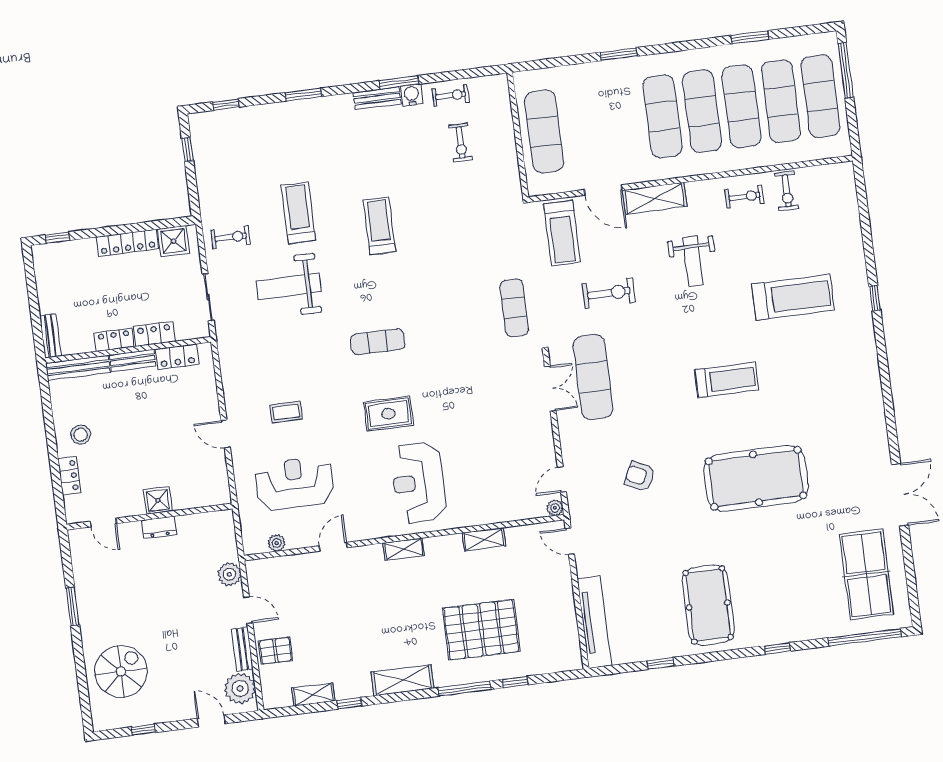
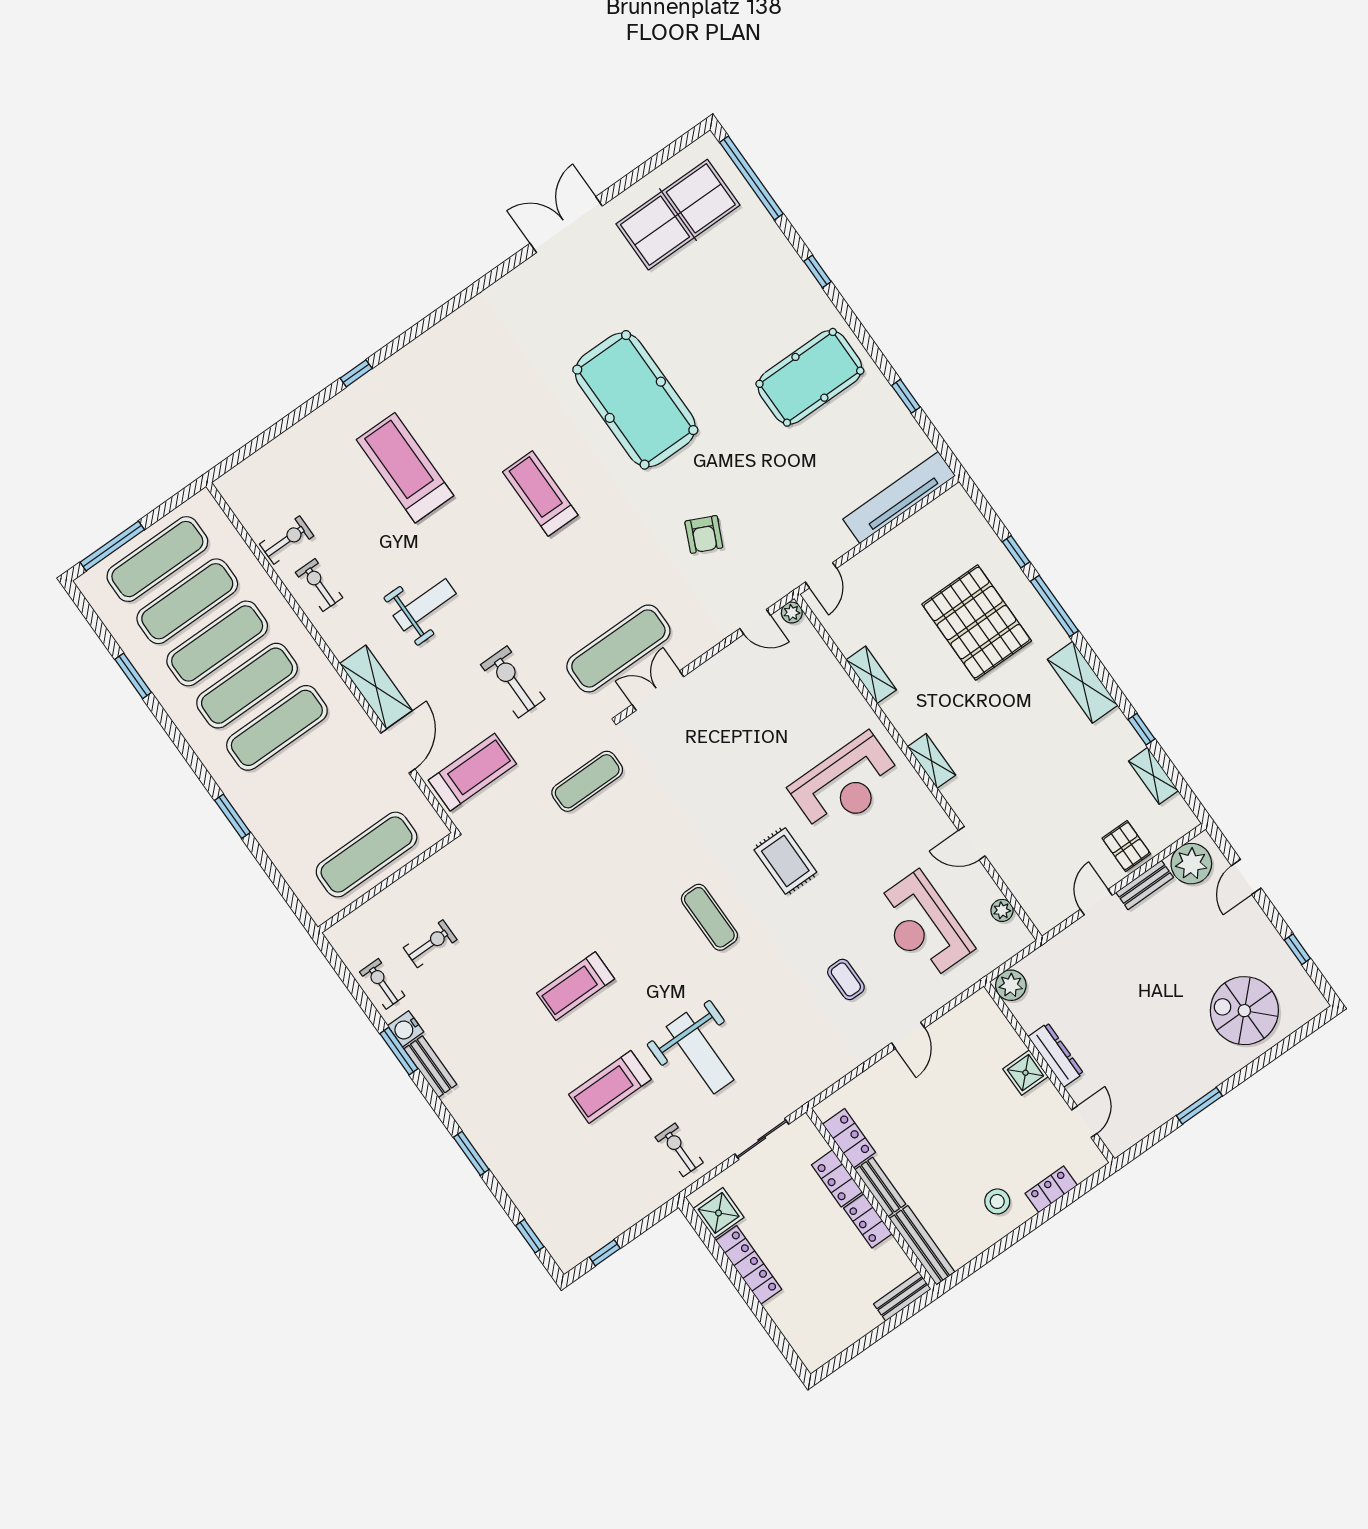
window: (58, 238) -> (785, 1348), removed
dresser: (159, 527) -> (1056, 1055), width x1.44
plant: (229, 574) -> (1011, 985), moved

